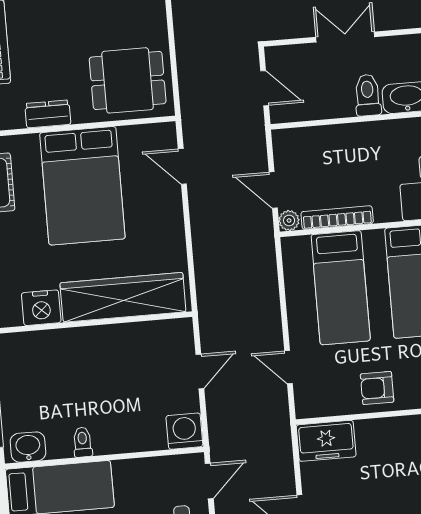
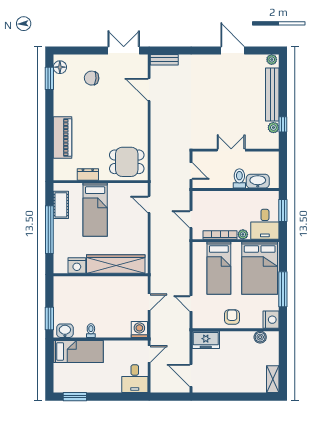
bed: (82, 186) -> (95, 210), width x0.67
plant: (289, 220) -> (243, 234), moved
armchair: (377, 388) -> (232, 317), turned 90

